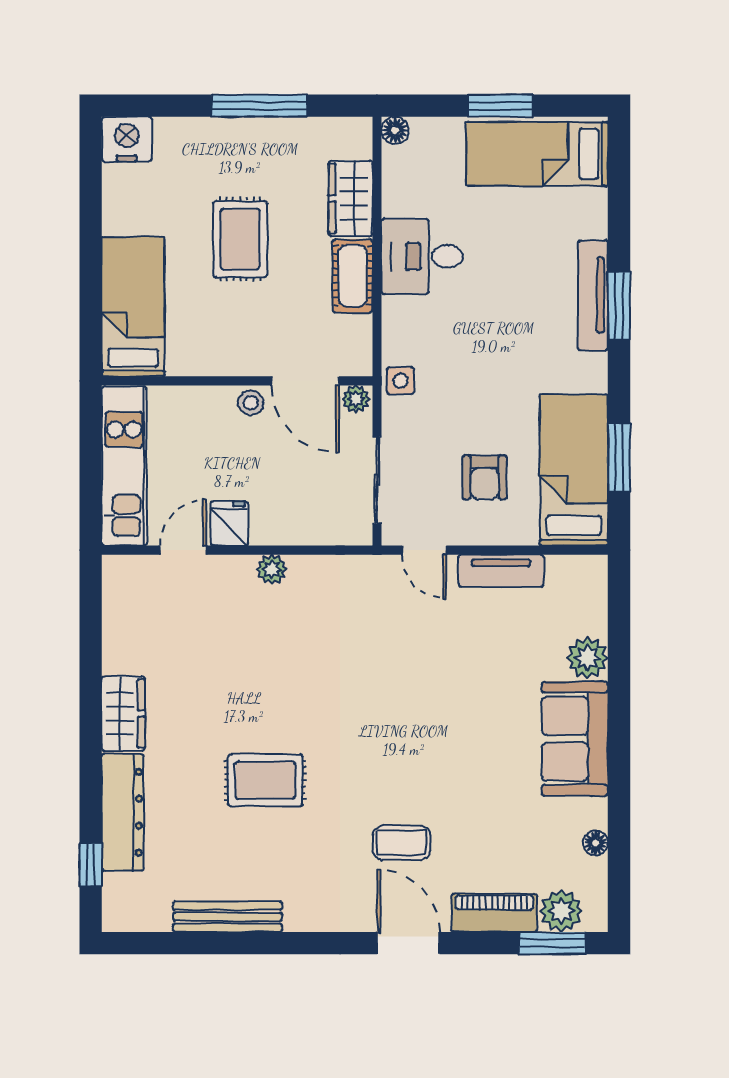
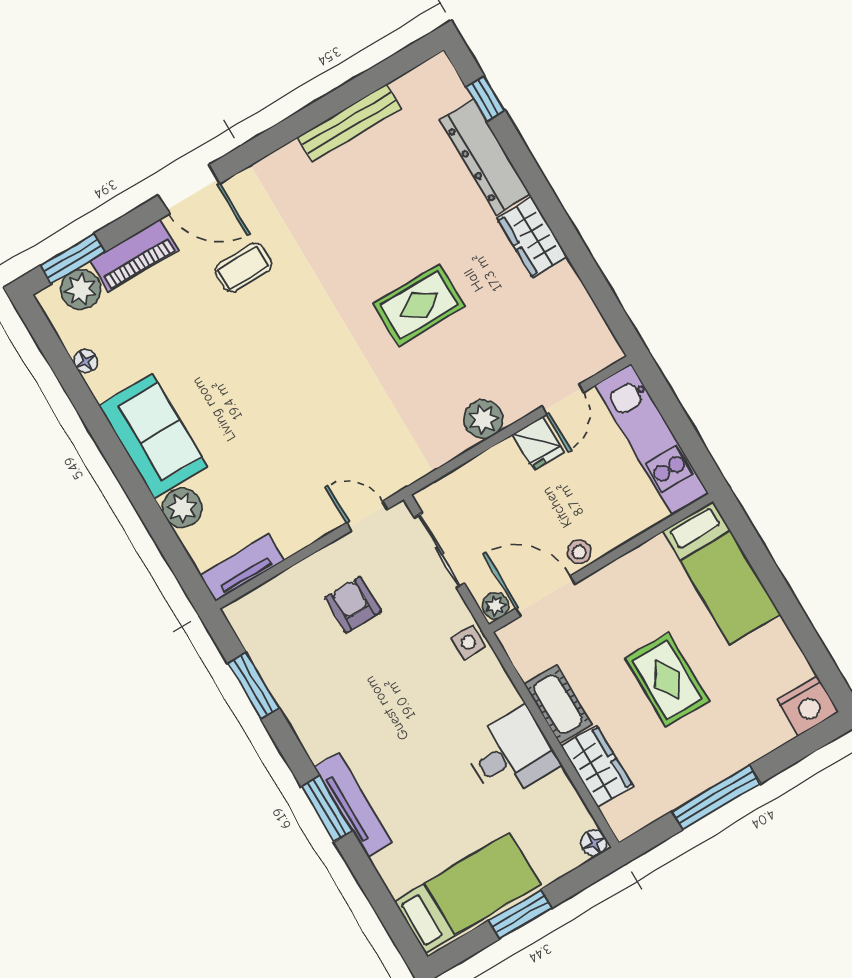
bed: (574, 470) -> (284, 654), removed
plant: (272, 569) -> (483, 419), width x1.38, depth x1.38
tv unit: (501, 571) -> (242, 568), moved
rug: (265, 780) -> (419, 305), moved

